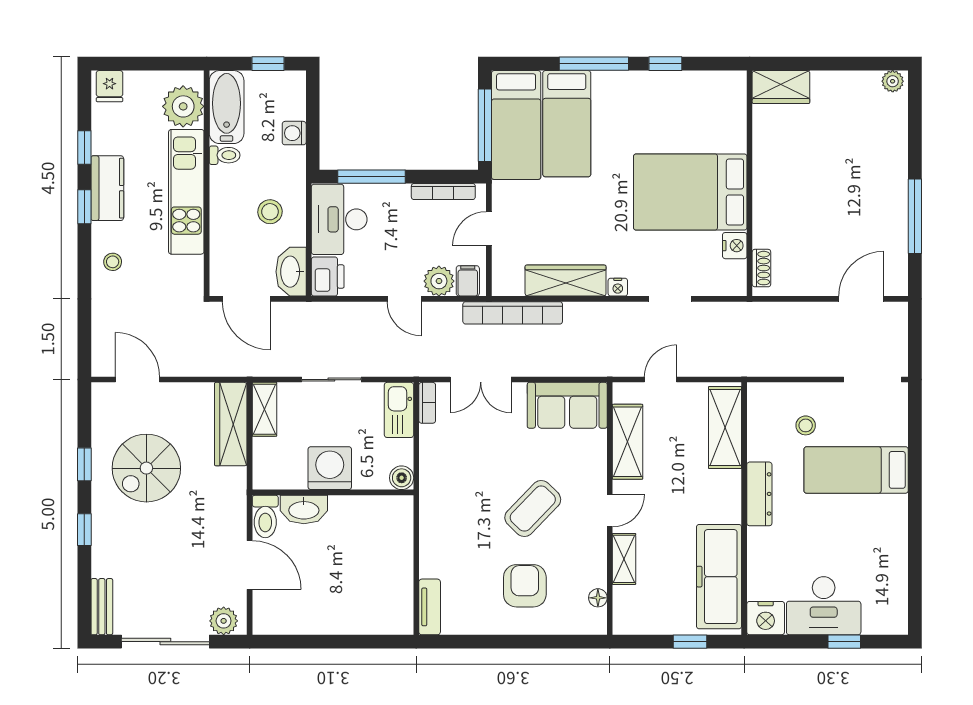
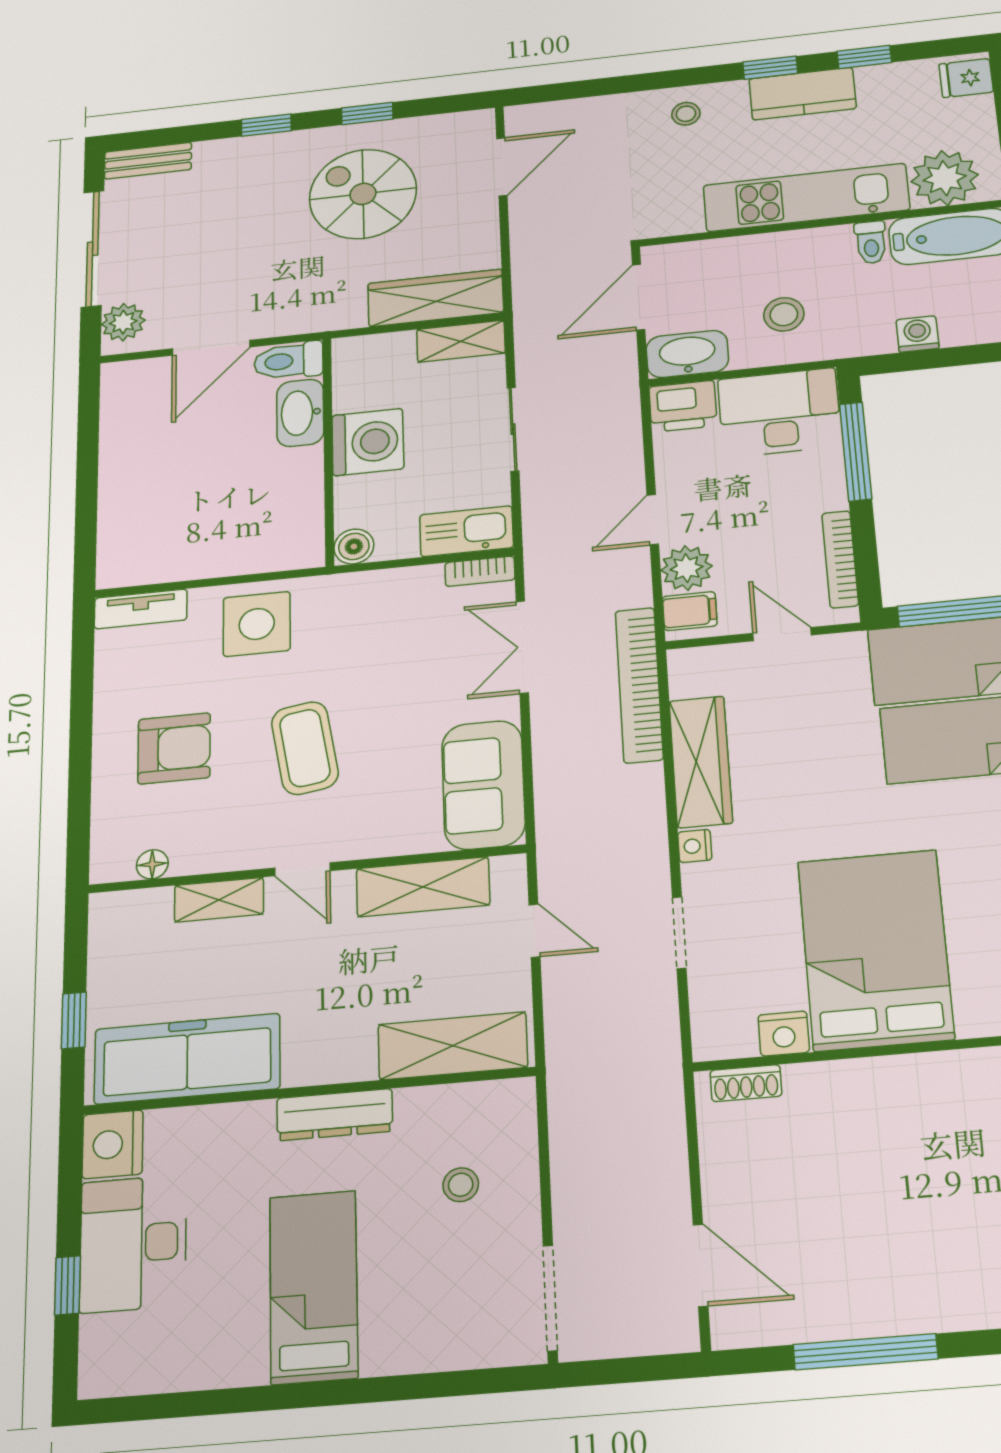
bed: (856, 470) -> (314, 1287), moved
coffee table: (533, 509) -> (305, 748), turned 37
side table: (448, 537) -> (257, 624), added

